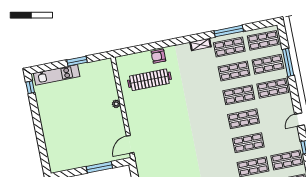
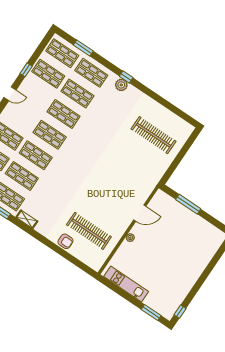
window: (77, 61) -> (151, 313), moved
kitchen unit: (57, 75) -> (126, 284), moved
door: (130, 144) -> (140, 213), moved

